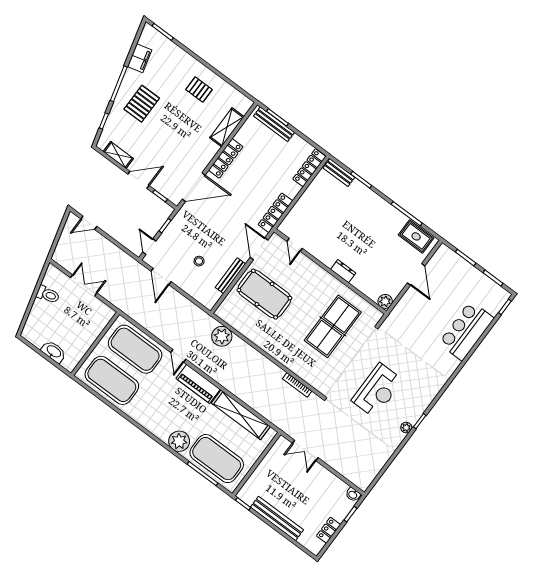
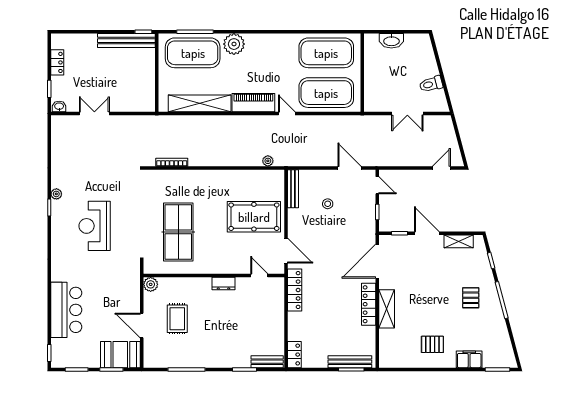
filing cabinet: (140, 58) -> (469, 359), moved, turned 105
pallet: (142, 104) -> (471, 298), width x0.67, depth x0.71
shelving: (227, 127) -> (387, 309), moved
locker: (309, 168) -> (294, 355), width x0.66
door: (138, 180) -> (427, 233), swing flipped
rug: (416, 236) -> (177, 319), moved, turned 90
booth: (450, 264) -> (120, 355), added
dresser: (343, 271) -> (223, 284), moved
bench: (231, 276) -> (293, 189), moved
plant: (222, 336) -> (268, 161), width x0.53, depth x0.53
reception desk: (377, 390) -> (95, 226), moved
double door: (305, 450) -> (94, 114), moved
bench: (277, 518) -> (126, 41), moved

